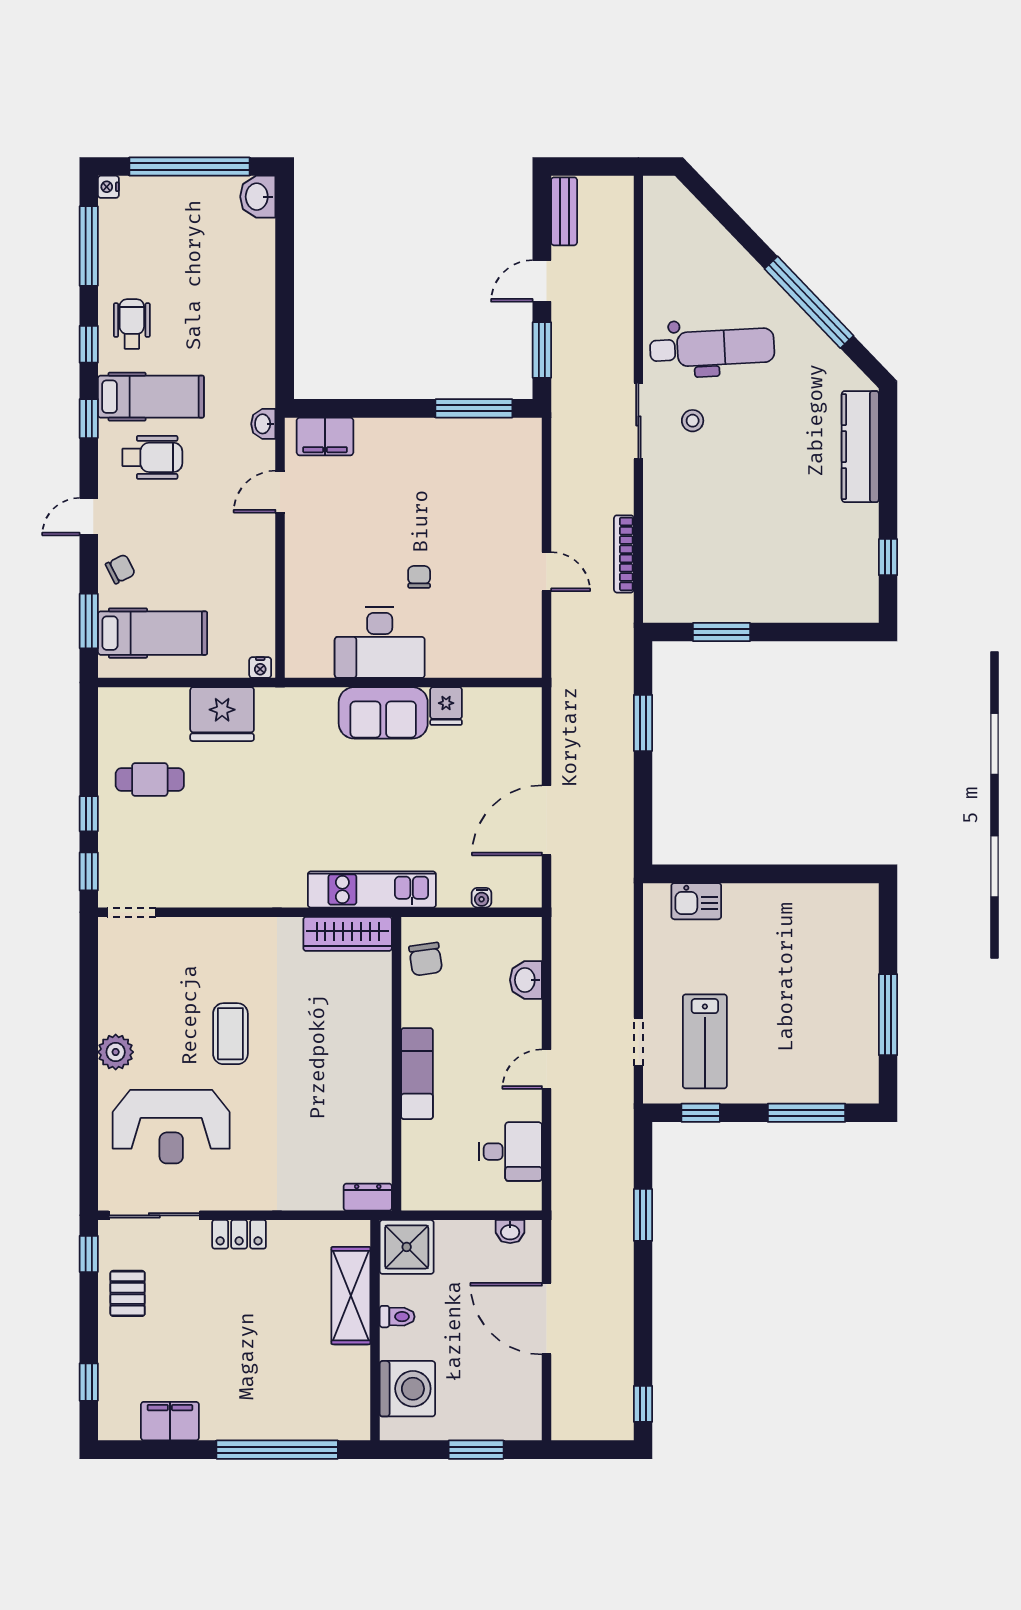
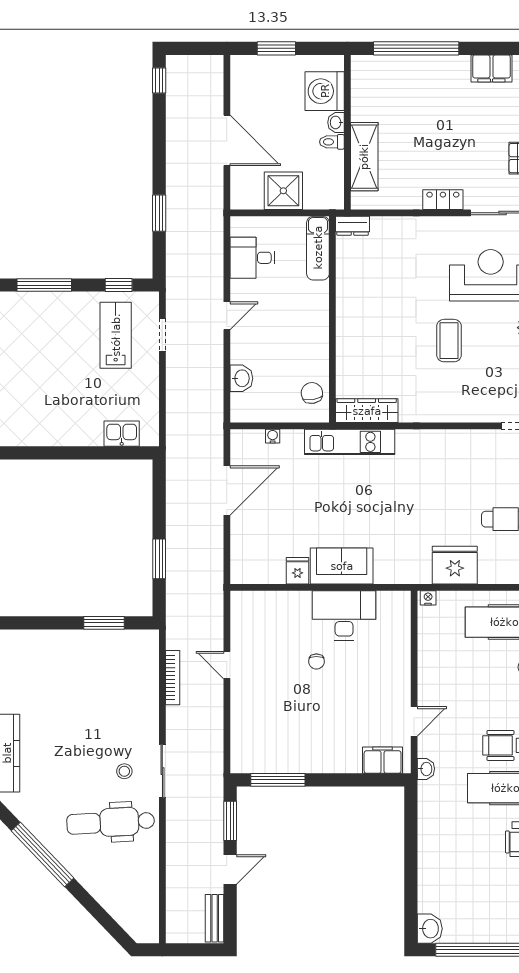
exam couch: (417, 1074) -> (318, 248), moved
washbasin: (510, 1232) -> (336, 122), moved, turned -90
shower: (407, 1247) -> (283, 191), moved

